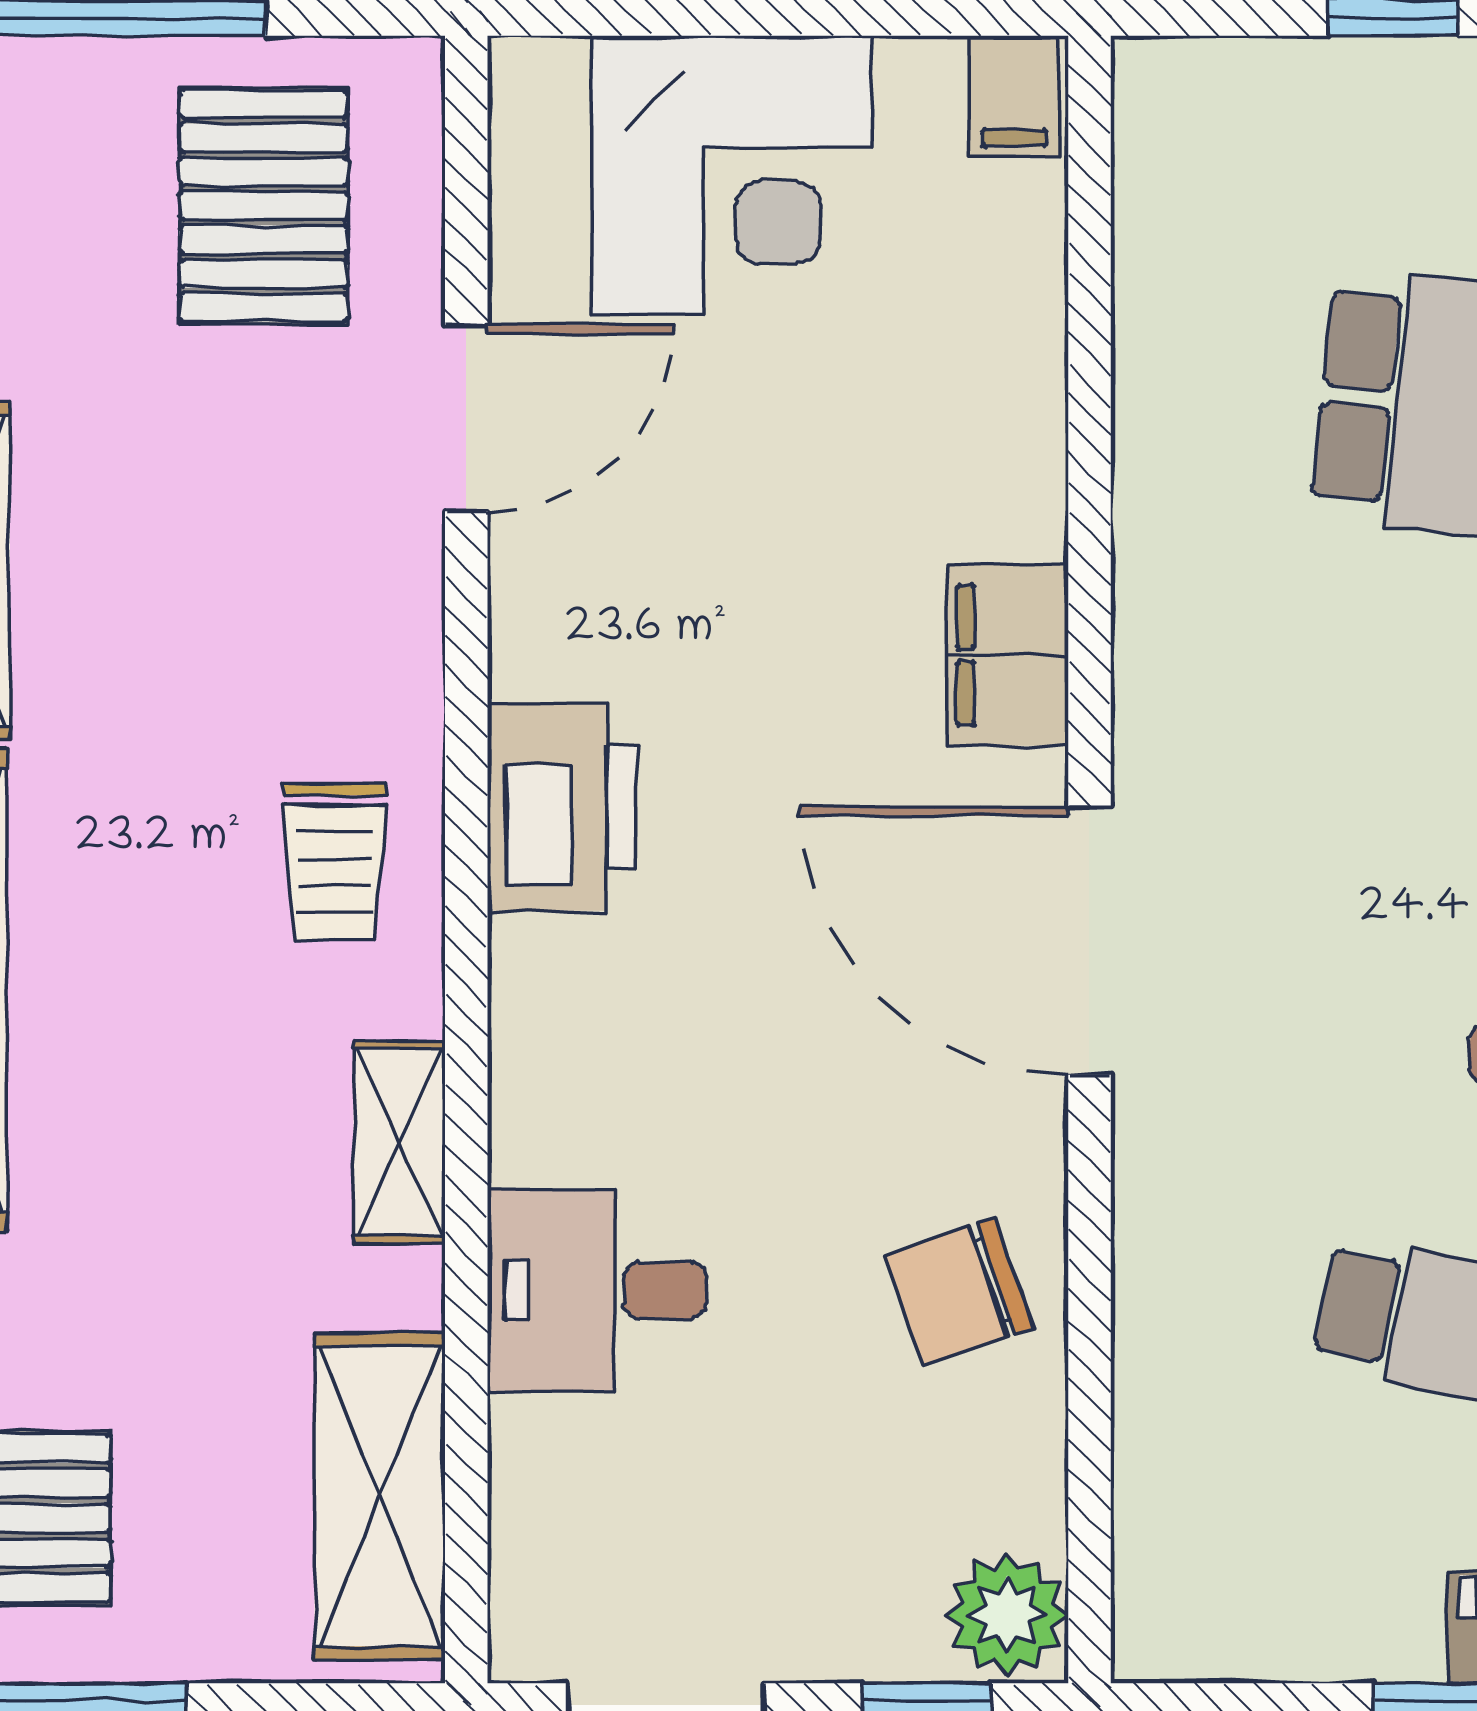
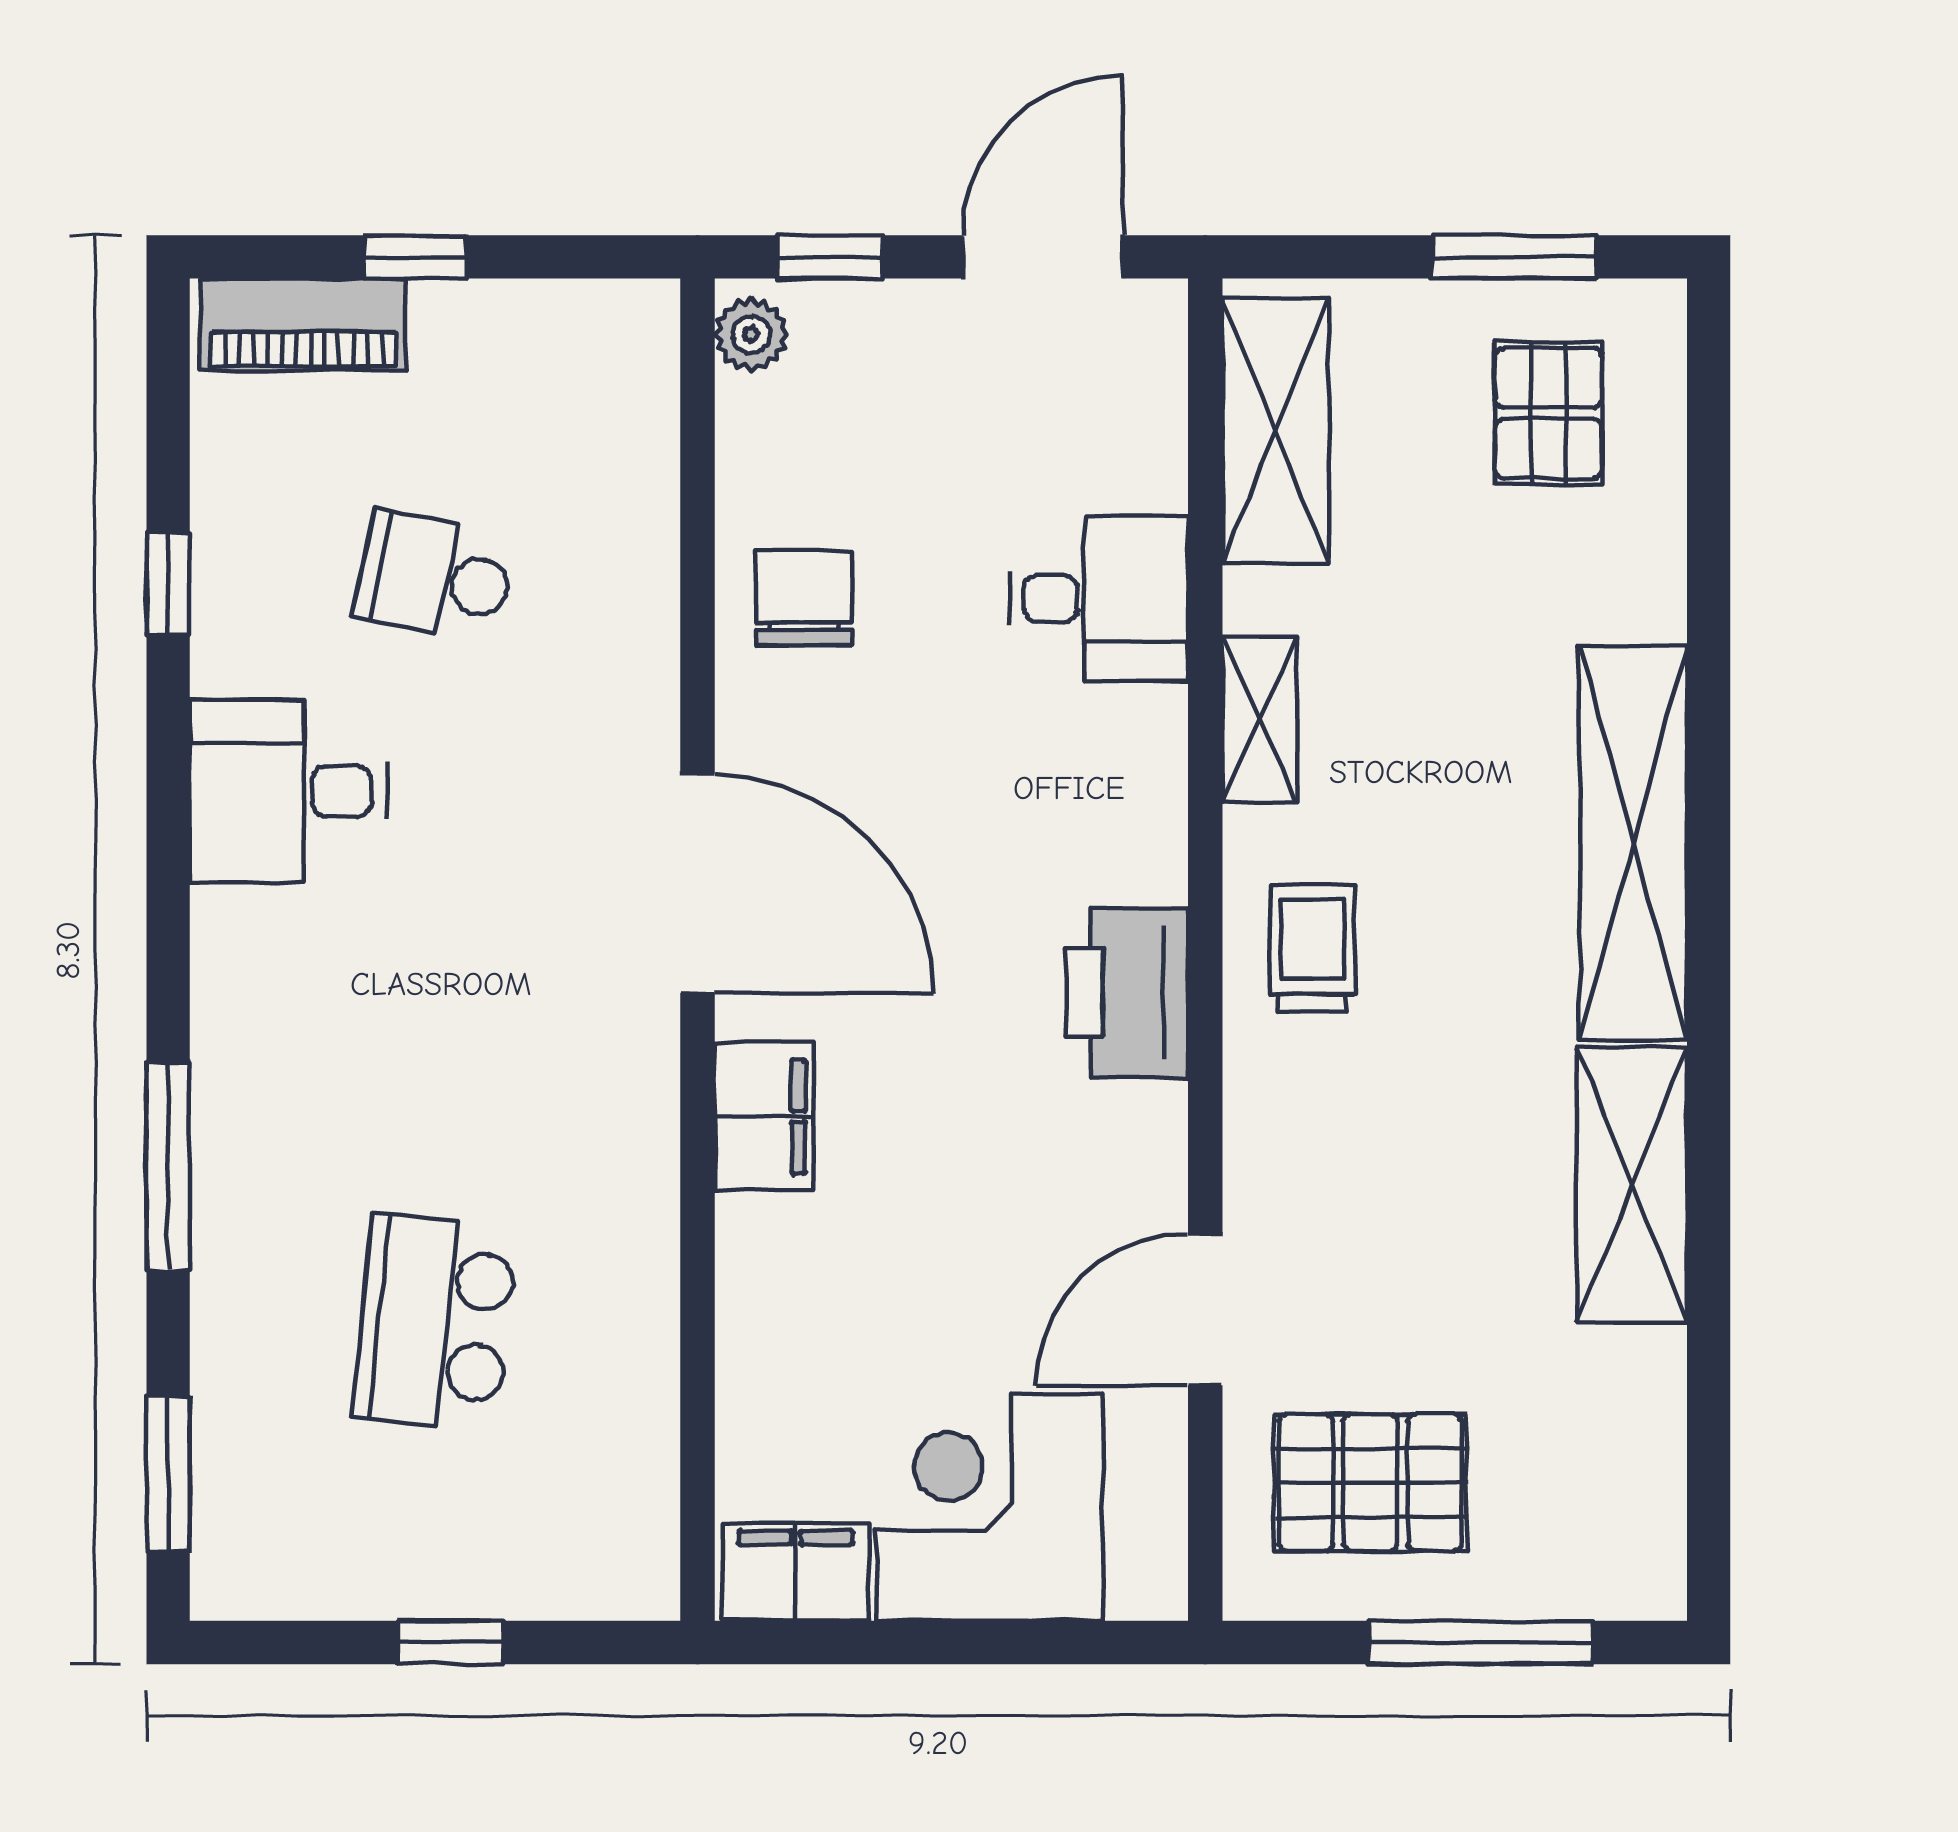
filing cabinet: (1014, 96) -> (796, 1572), width x2.00
pallet: (264, 206) -> (1370, 1483), turned 90
chair: (959, 1292) -> (804, 598), turned -71
plant: (1007, 1615) -> (751, 334), width x0.73, depth x0.73

